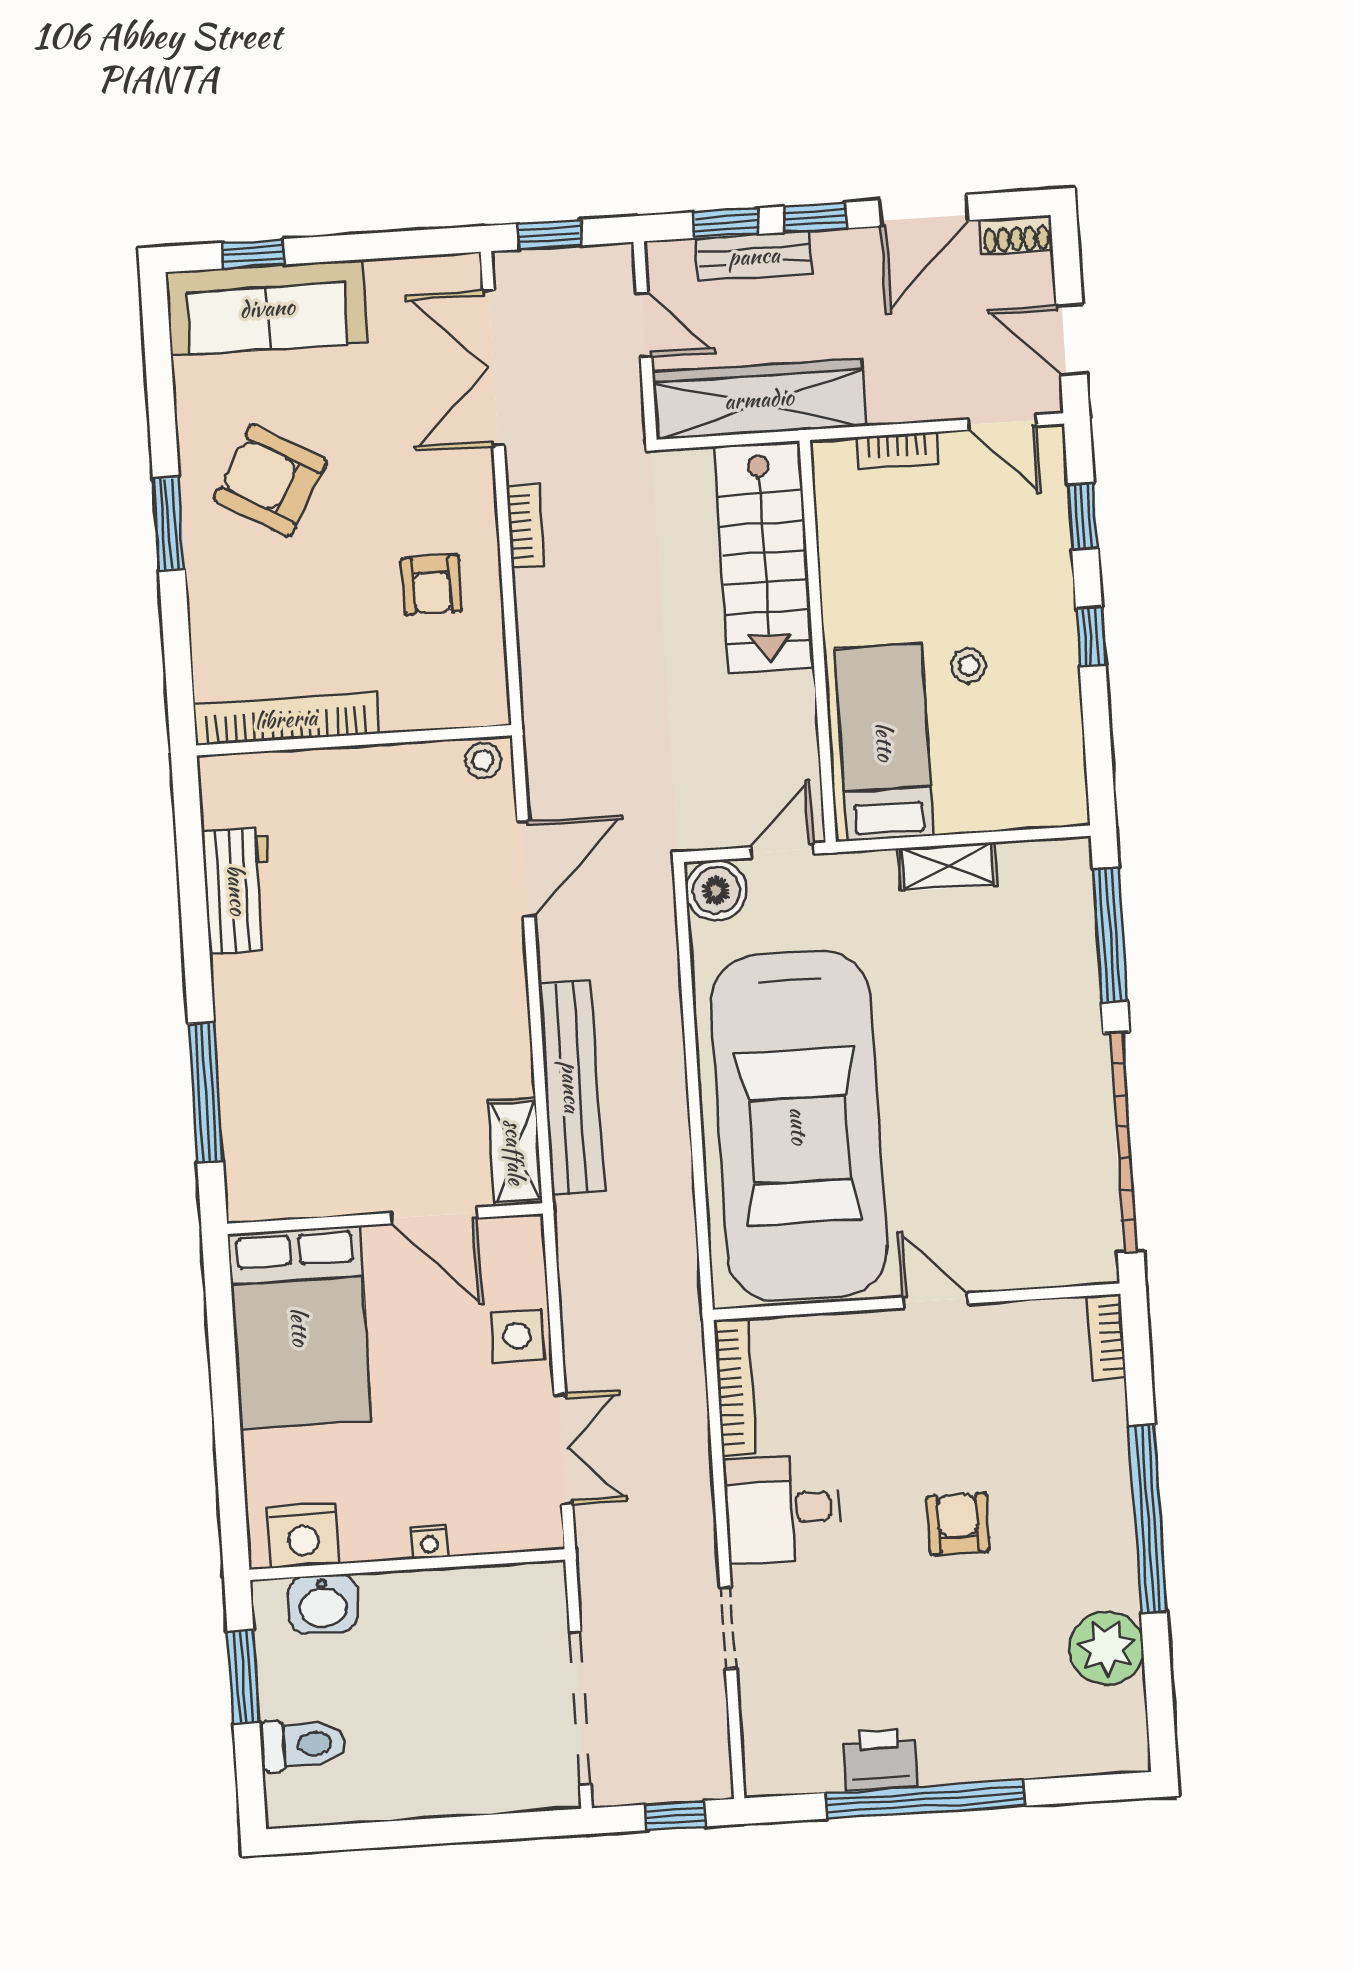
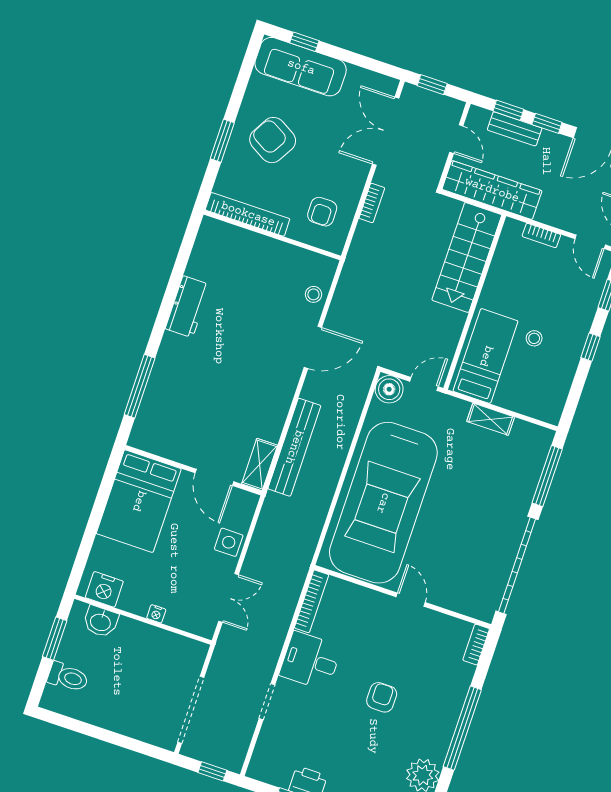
bookcase: (286, 719) -> (248, 214), moved
wall: (354, 740) -> (272, 235), moved

